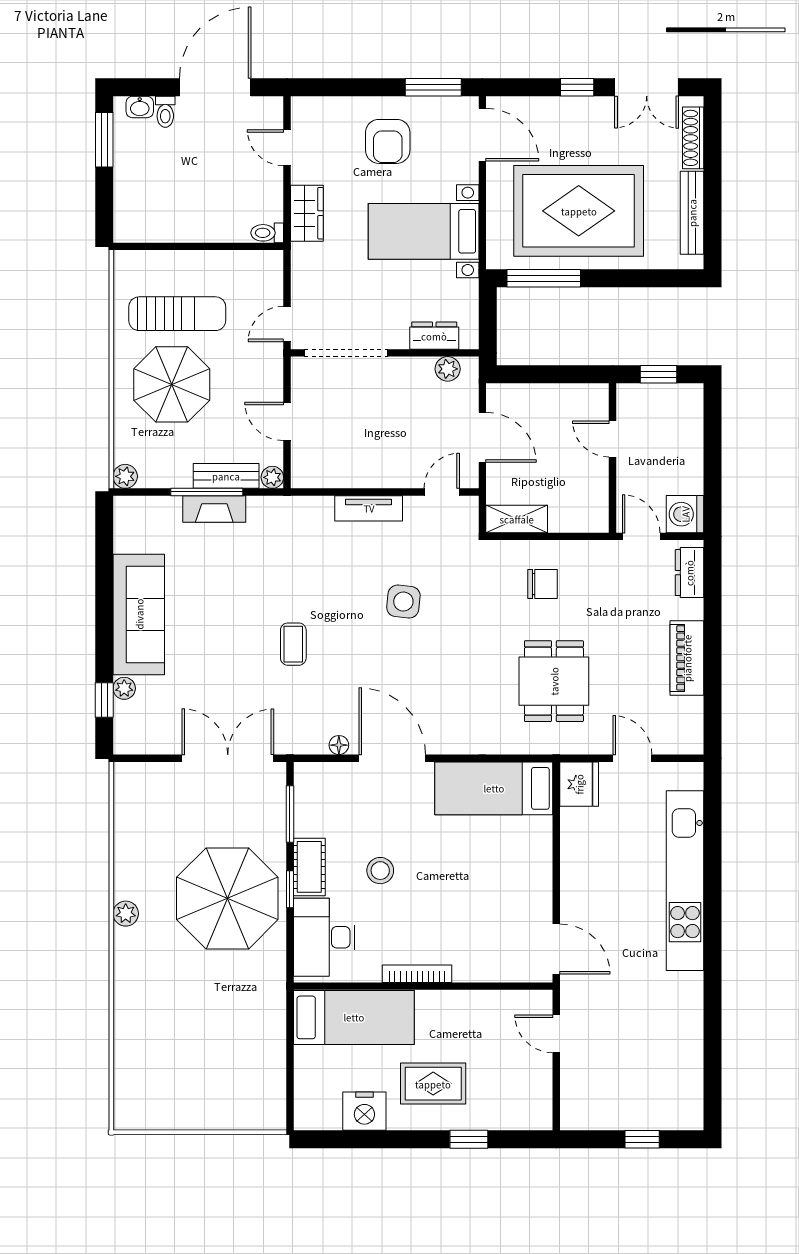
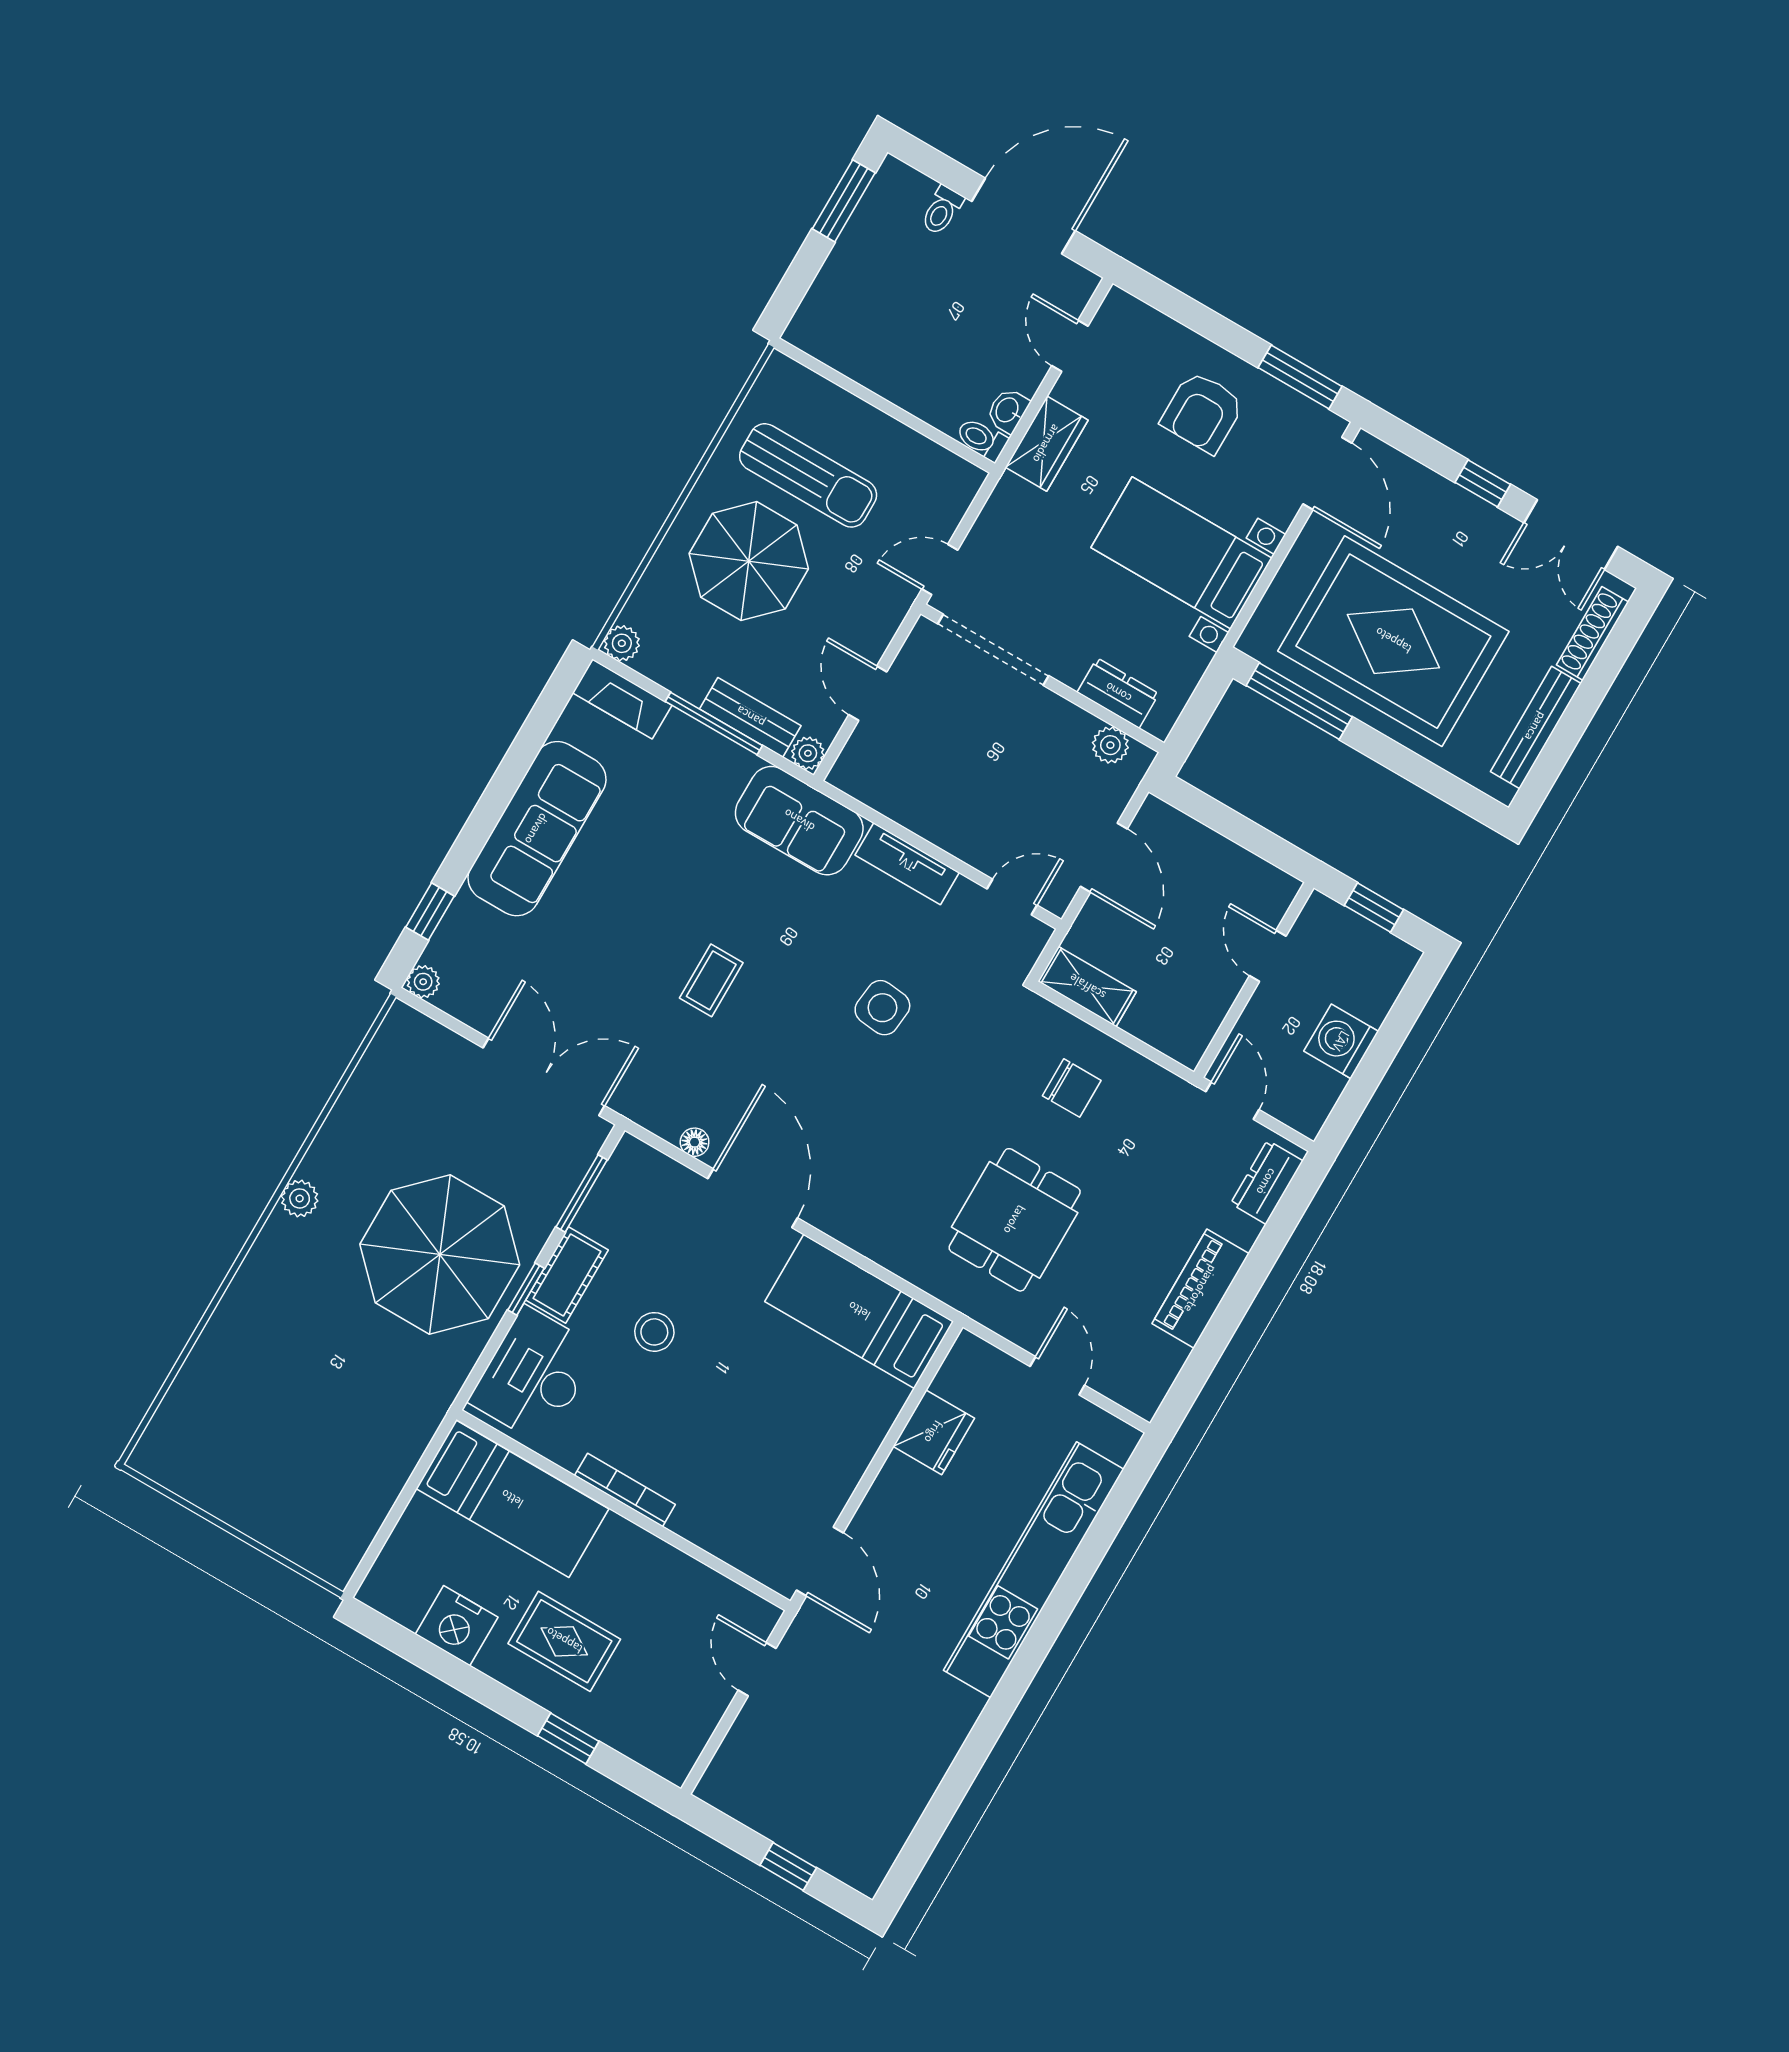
washbasin: (140, 107) -> (1008, 410), moved, turned 90
fireplace: (214, 509) -> (622, 699), moved
washing machine: (685, 514) -> (1341, 1041), moved
sofa: (290, 520) -> (799, 821), added
plant: (124, 688) -> (423, 982), moved
fridge: (579, 784) -> (934, 1432), moved

